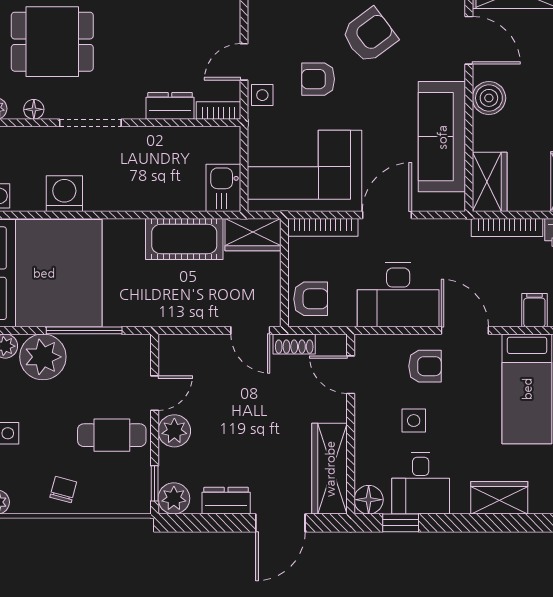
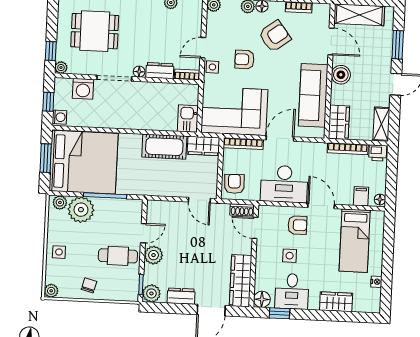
floor lamp: (34, 109) -> (139, 72), moved
washing machine: (64, 194) -> (83, 89), moved, turned 180
armchair: (311, 299) -> (234, 184), turned -92
shoe rack: (294, 344) -> (242, 210), moved

